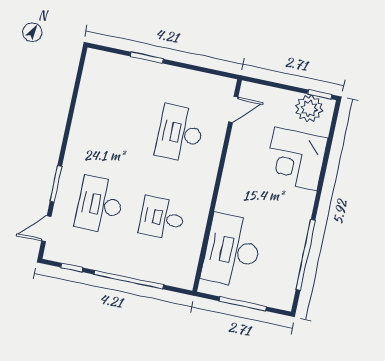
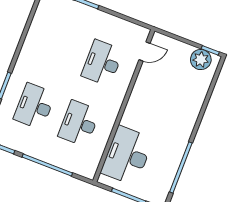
corner desk: (296, 159) -> (185, 95), removed
desk: (162, 218) -> (79, 123), width x1.37

